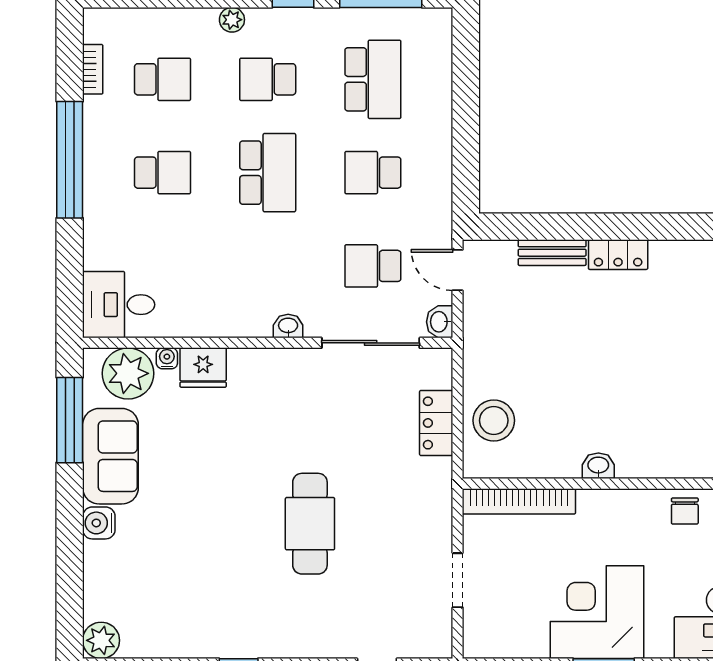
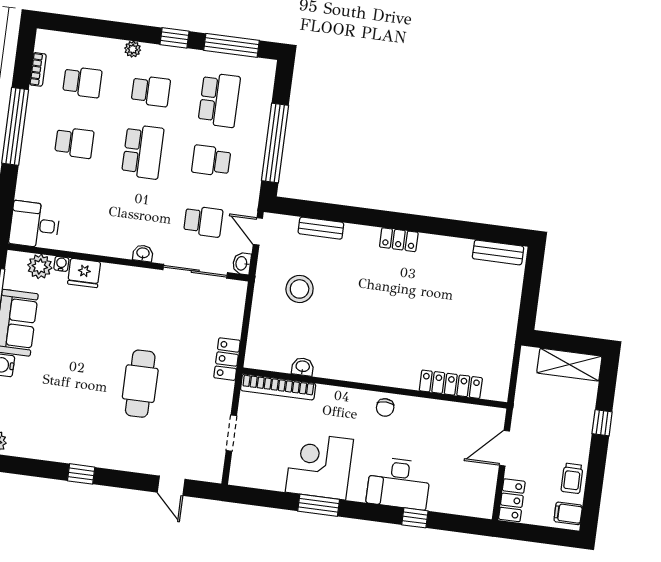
school desk: (268, 79) -> (151, 91), turned 180
window: (466, 133) -> (275, 143), added
locker: (618, 255) -> (399, 240), moved
school desk: (373, 266) -> (203, 221), turned 180
plant: (128, 373) -> (40, 266), width x0.73, depth x0.73
stool: (494, 420) -> (300, 289), moved
locker: (436, 423) -> (227, 359), moved
washbasin: (598, 466) -> (303, 367), moved

